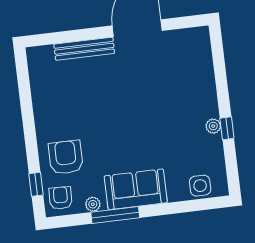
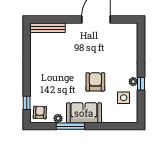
bench: (84, 49) -> (48, 28), moved
armchair: (66, 157) -> (95, 82), moved
side table: (200, 186) -> (124, 98), moved

